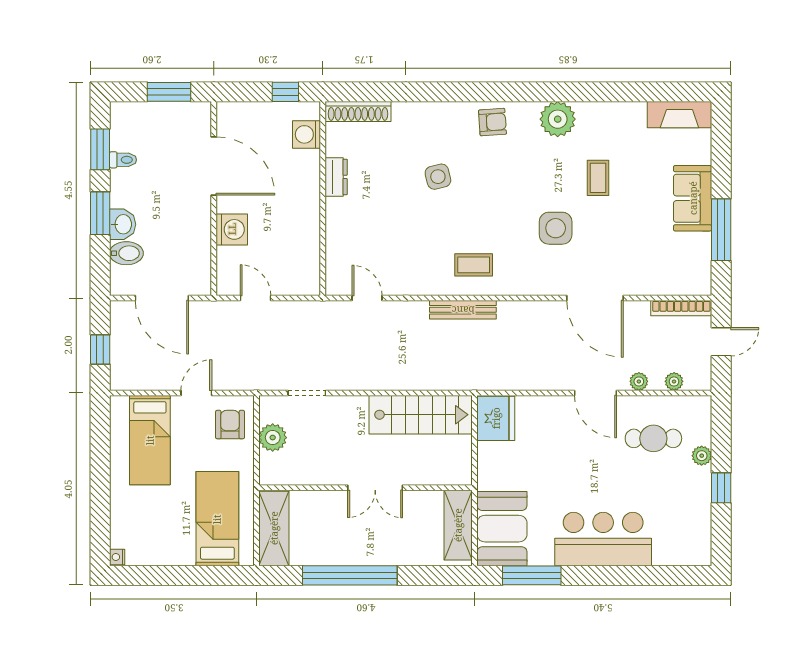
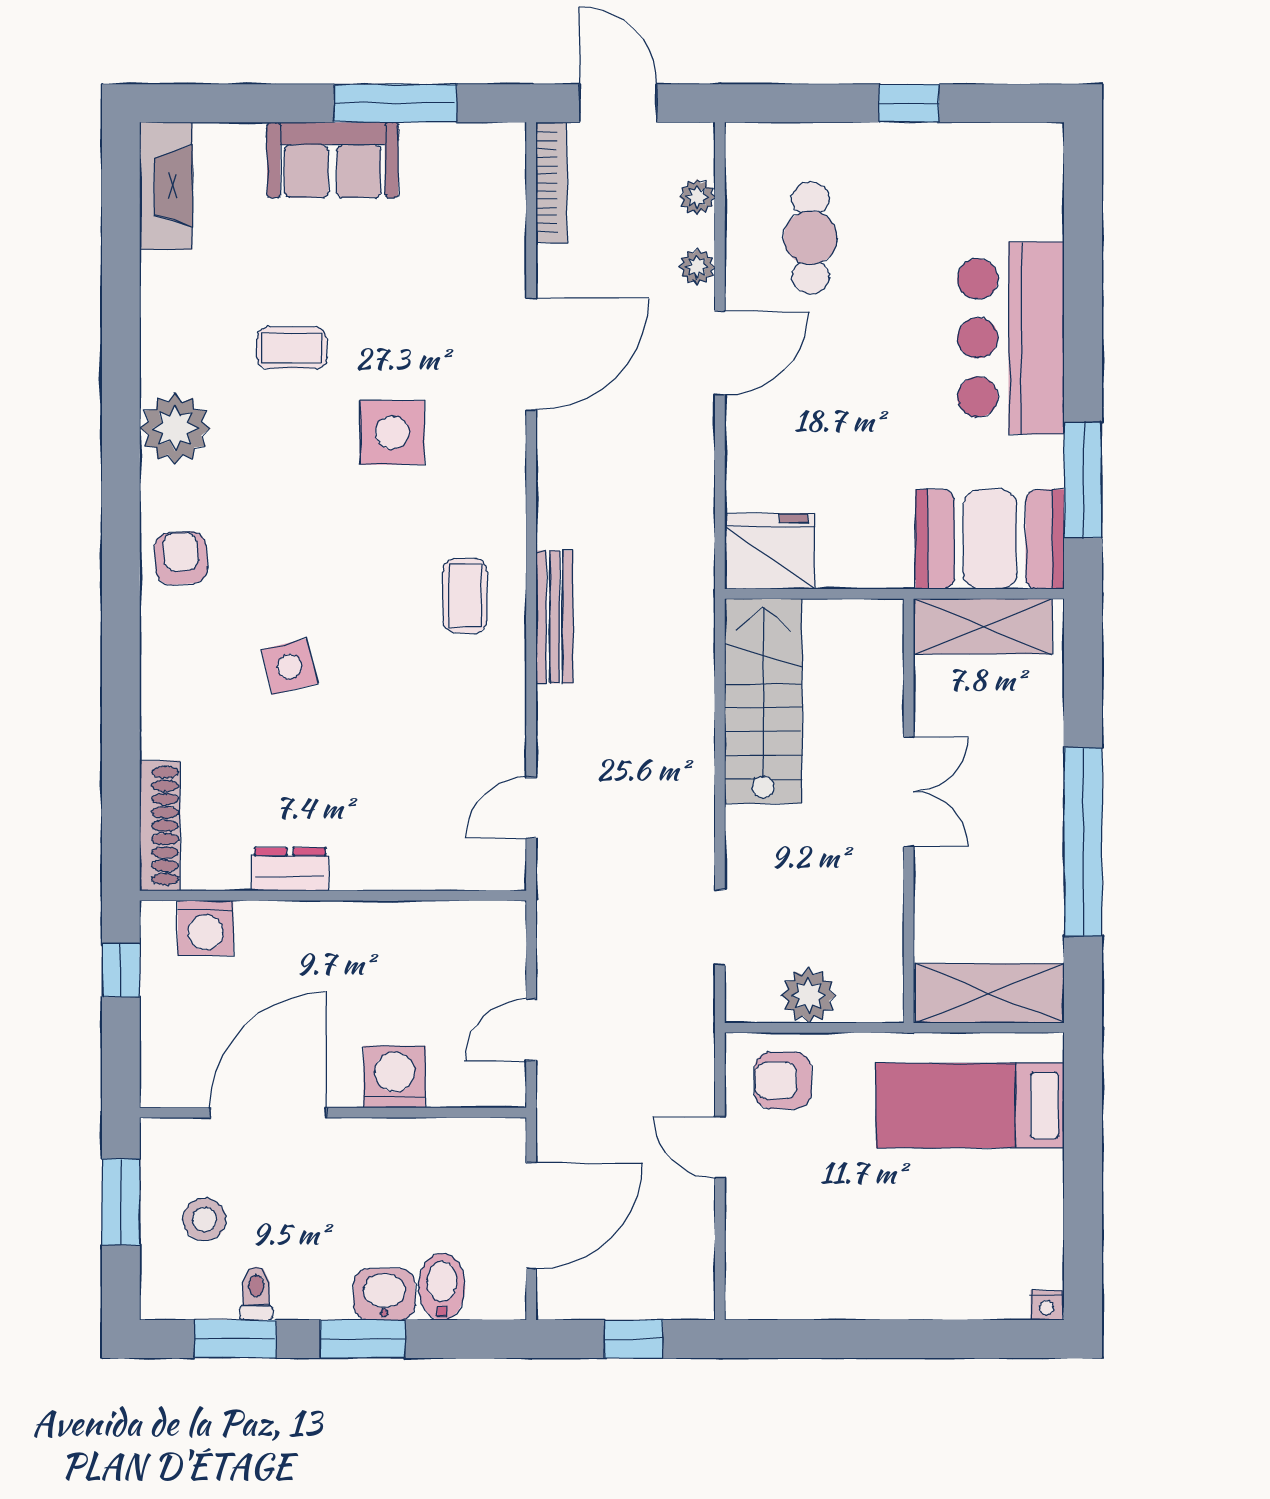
stool: (160, 134) -> (204, 1219), added
door: (721, 342) -> (618, 103), width x1.38
bed: (150, 440) -> (814, 1240), removed
plant: (702, 456) -> (845, 142), removed

